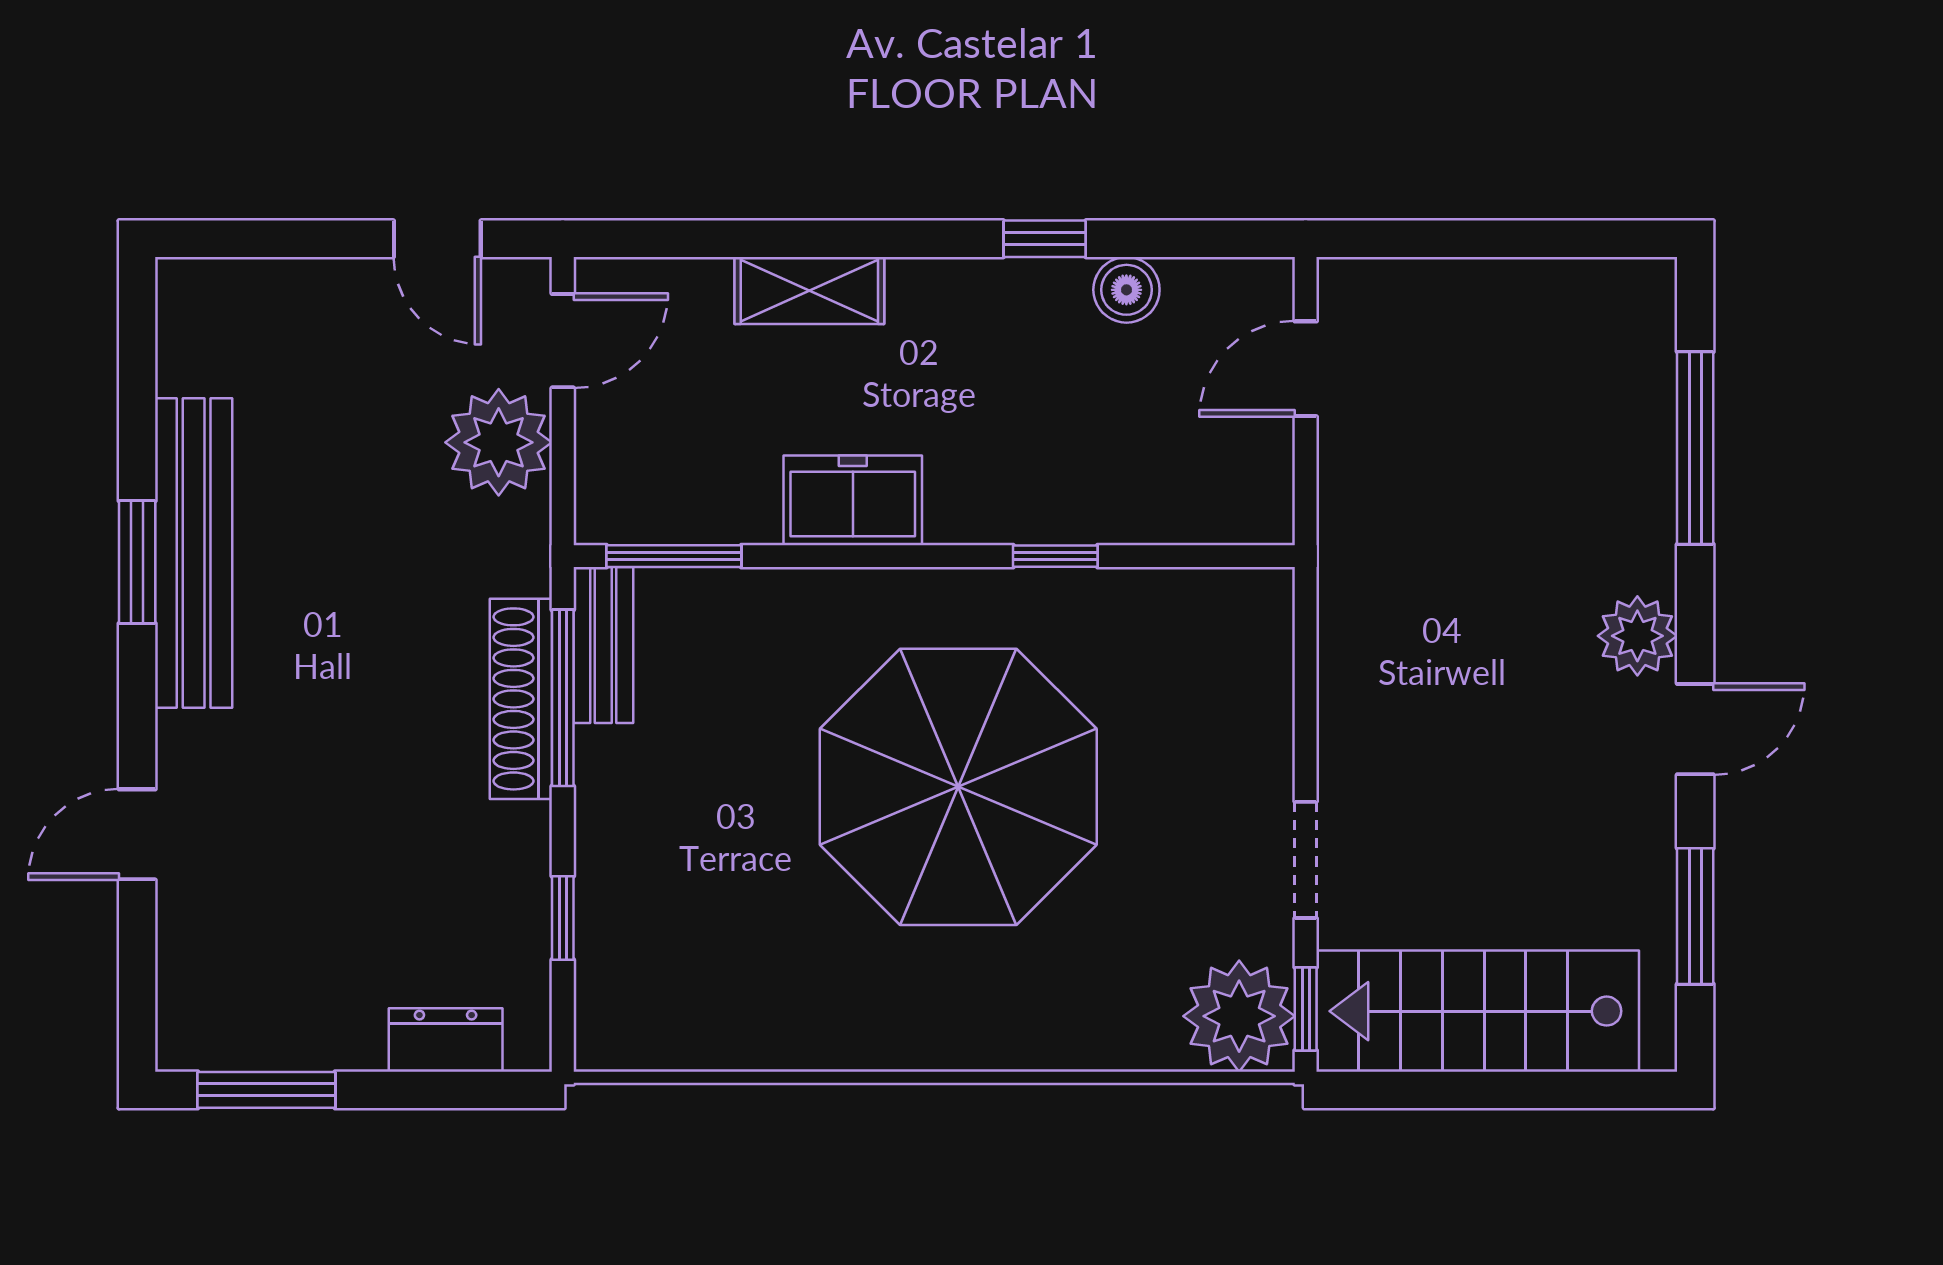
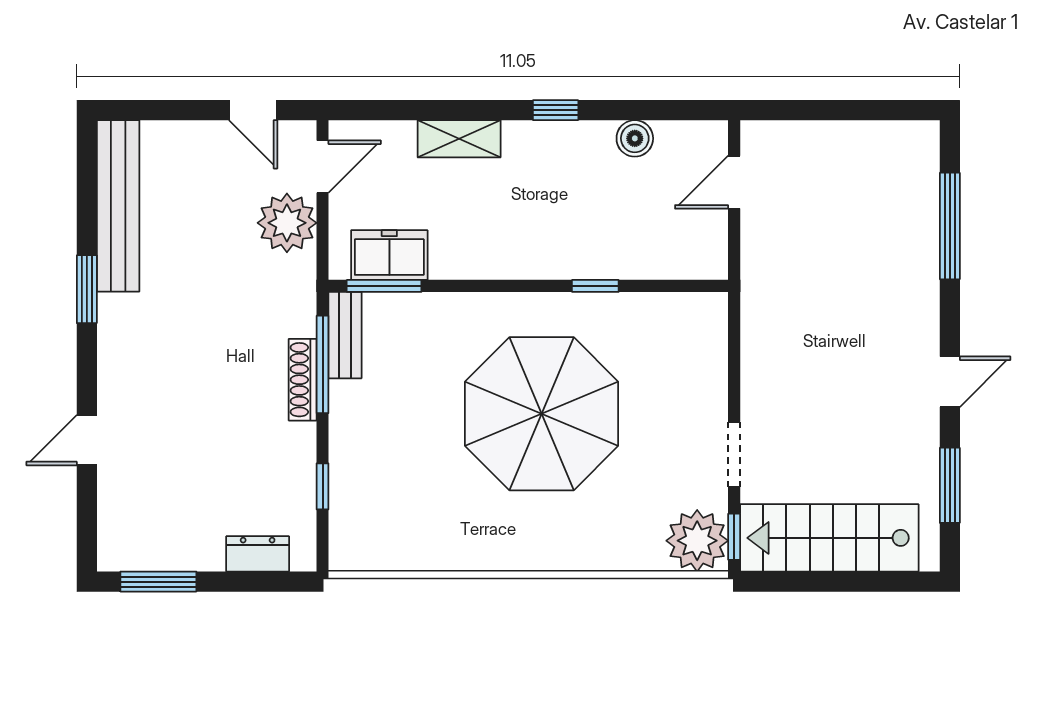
window: (1045, 239) -> (556, 110), moved
freezer: (853, 500) -> (389, 255), moved
bench: (194, 553) -> (118, 206), moved
plant: (1637, 636) -> (918, 330), removed
shoe rack: (521, 699) -> (303, 380), width x0.74, depth x0.81

